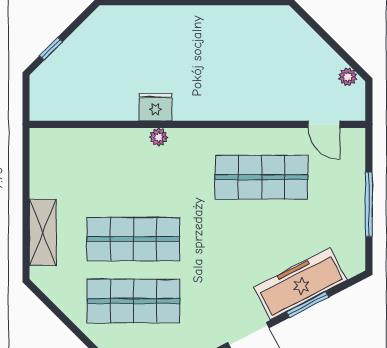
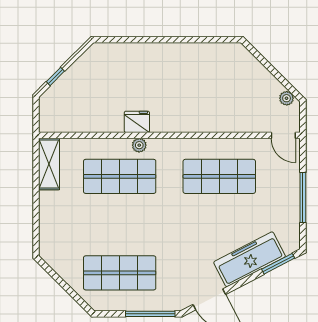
door: (324, 124) -> (283, 135), moved
shelving: (43, 232) -> (49, 164), moved
shop shelf: (133, 239) -> (120, 176), moved
window: (308, 304) -> (278, 264), moved

